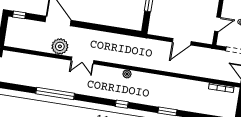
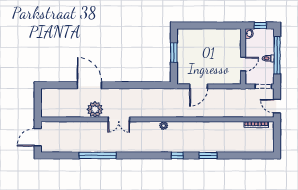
window: (19, 15) -> (51, 85), removed
door: (182, 42) -> (199, 86), moved
window: (122, 104) -> (177, 155), moved

